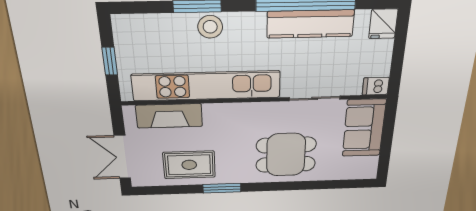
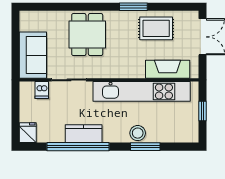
kitchen counter: (310, 24) -> (84, 134), width x0.67
dishwasher: (376, 86) -> (42, 90), moved, turned 90
dining table: (286, 155) -> (87, 35), turned 90

